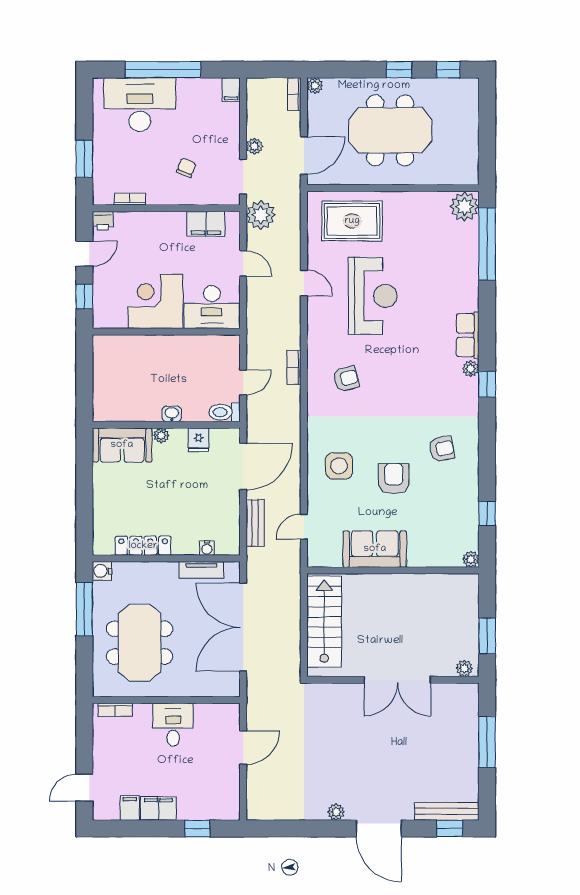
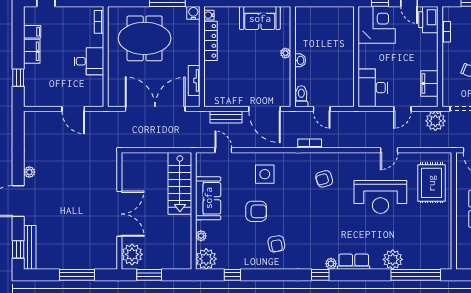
plant: (465, 207) -> (393, 259), moved
printer: (103, 221) -> (428, 20), width x1.87, depth x1.48
corner desk: (155, 301) -> (377, 25), moved
bookcase: (294, 367) -> (310, 143), moved
armchair: (346, 379) -> (324, 179), turned 88
fridge: (199, 440) -> (283, 79), removed
sofa: (122, 445) -> (260, 18), moved, turned -90
water cooler: (207, 548) -> (209, 15), moved
plant: (471, 559) -> (206, 259), width x1.88, depth x1.88
plant: (430, 560) -> (201, 236), added
stairs: (324, 622) -> (180, 183), moved, turned 90
plant: (464, 668) -> (132, 254), width x1.87, depth x1.87
double door: (397, 680) -> (119, 214), swing flipped

